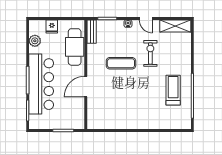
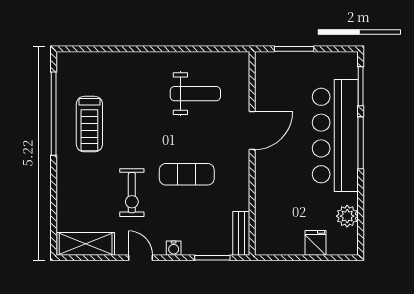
cafe table: (75, 47) -> (273, 205), removed
weight bench: (116, 107) -> (195, 94), added

